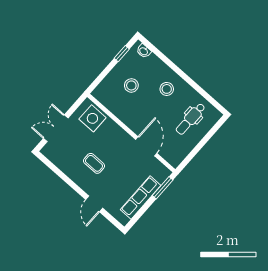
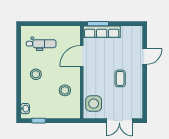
stool: (131, 85) -> (65, 90), moved
row of seats: (141, 197) -> (102, 32), moved

